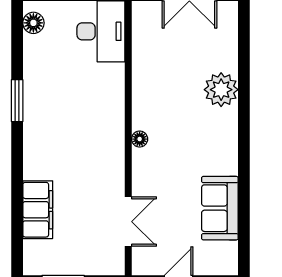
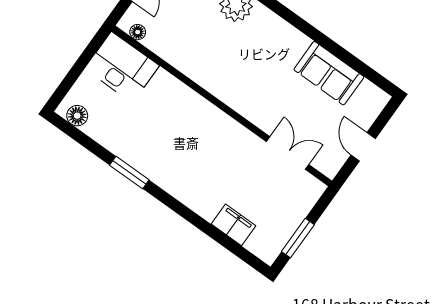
floor lamp: (140, 139) -> (138, 32), moved
filing cabinet: (38, 210) -> (234, 225), width x0.67, depth x0.86

